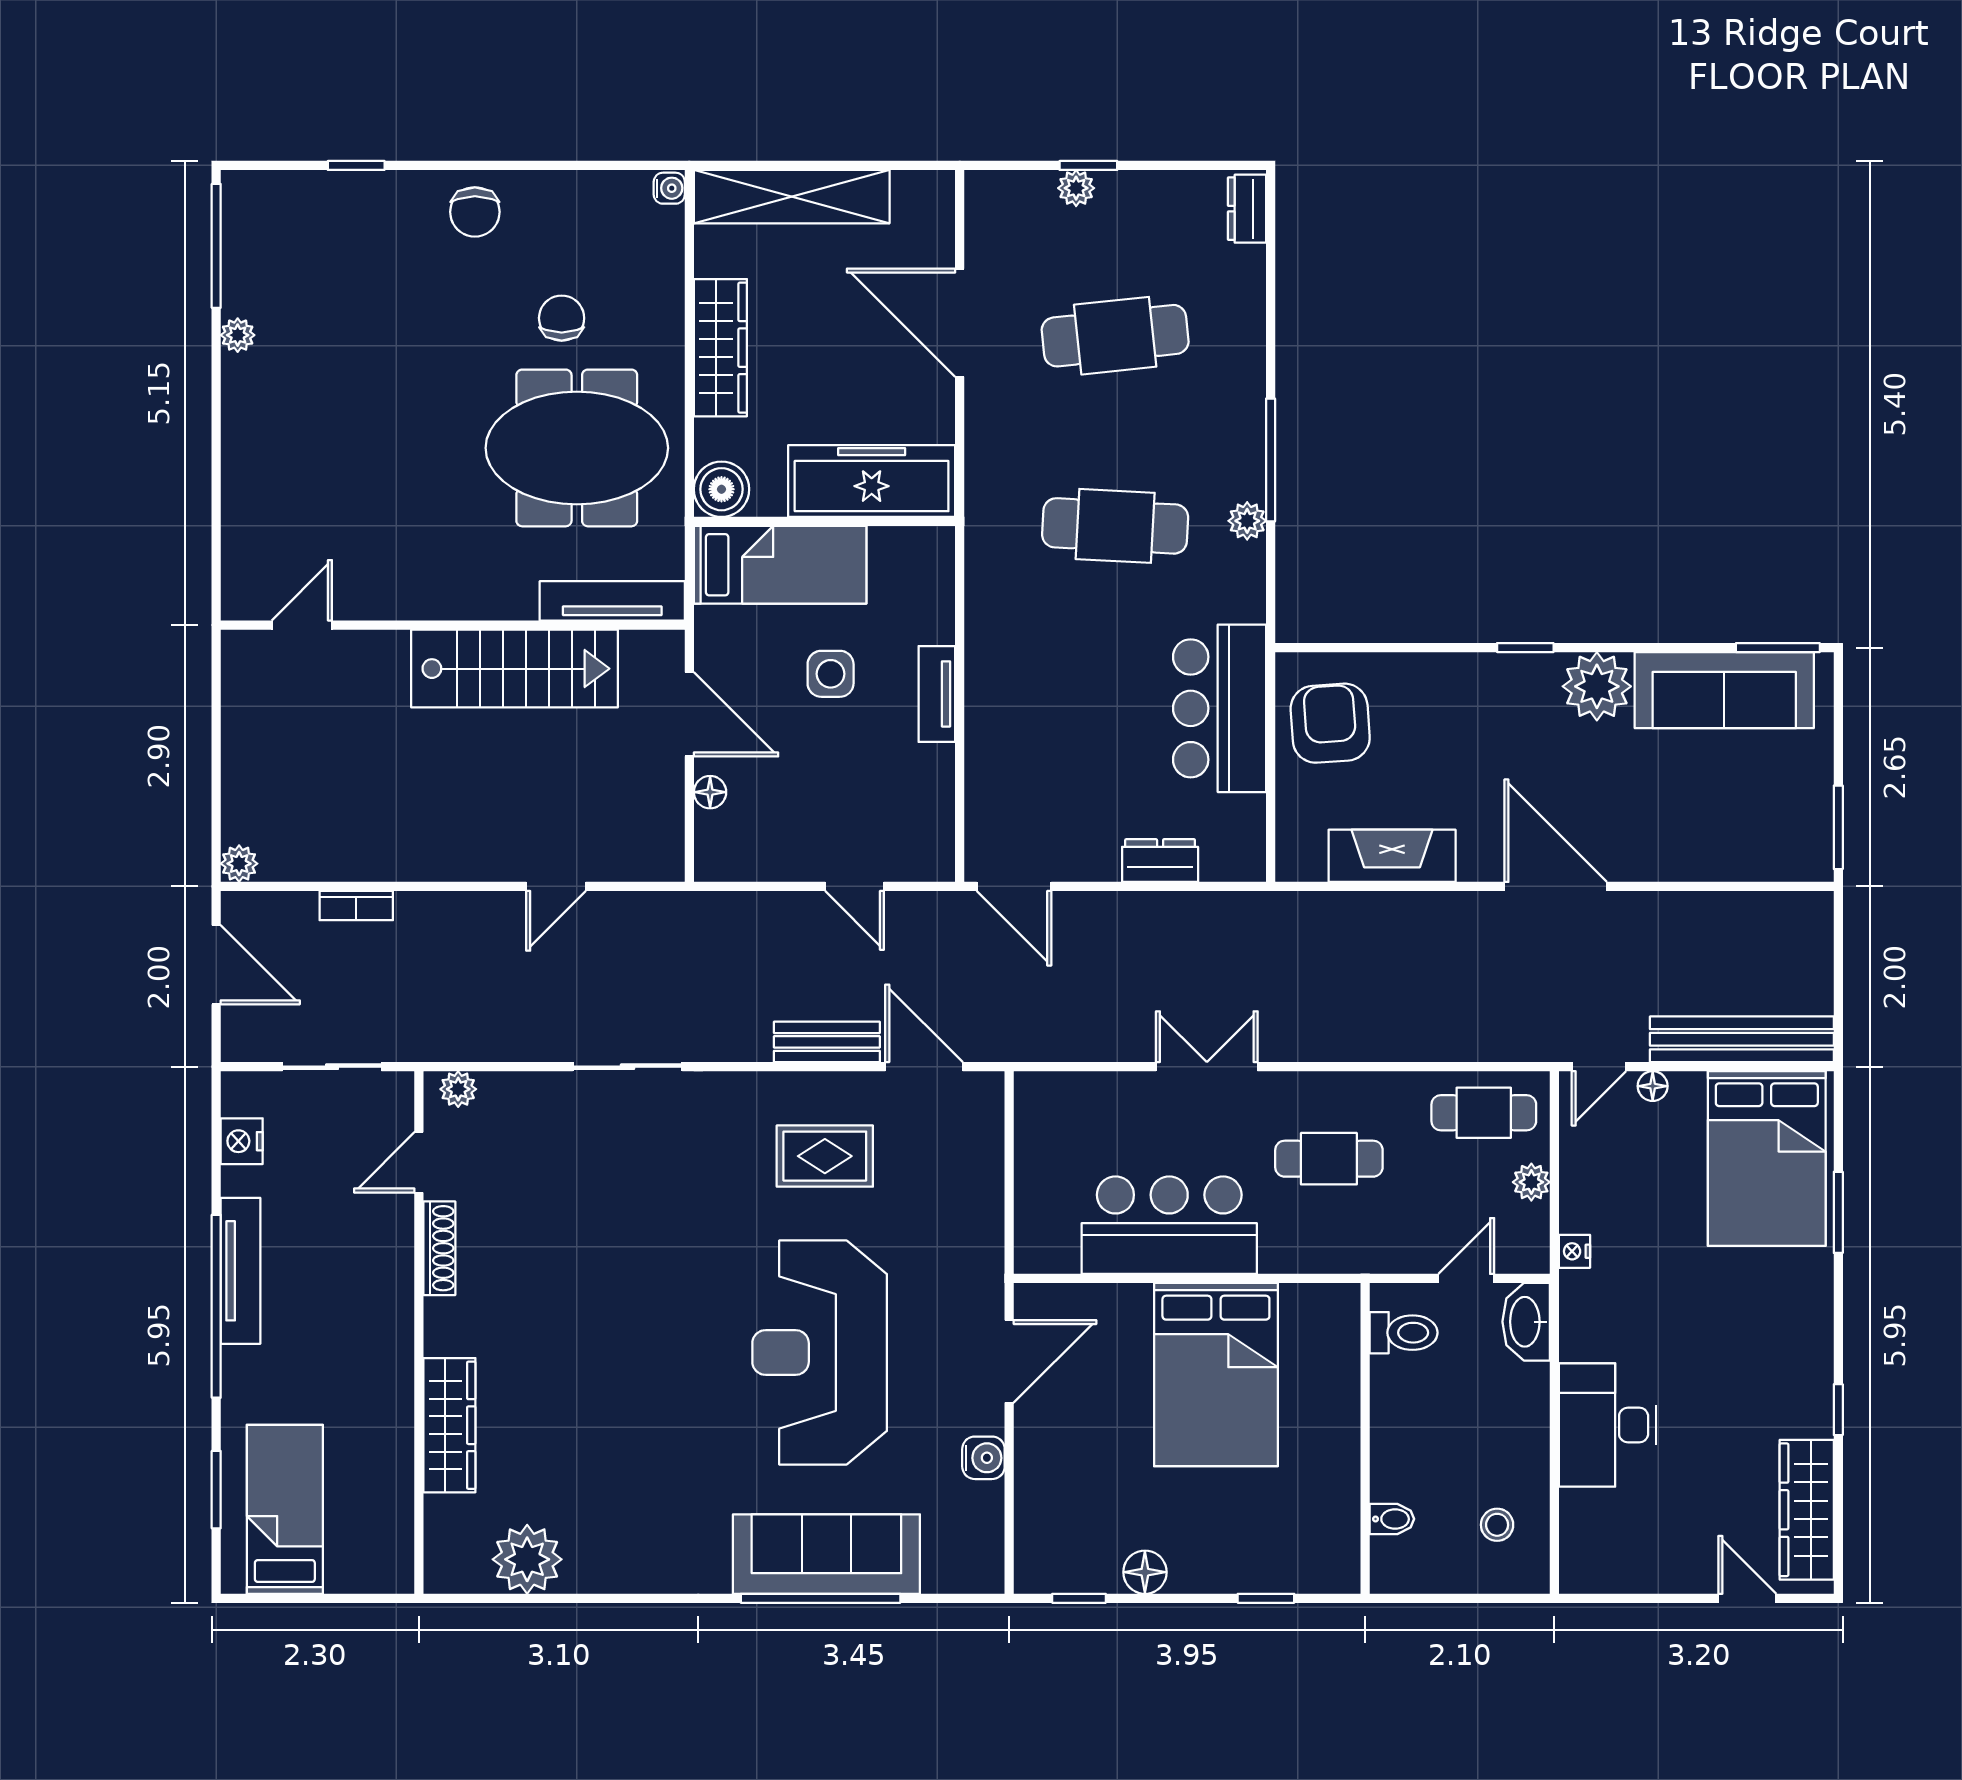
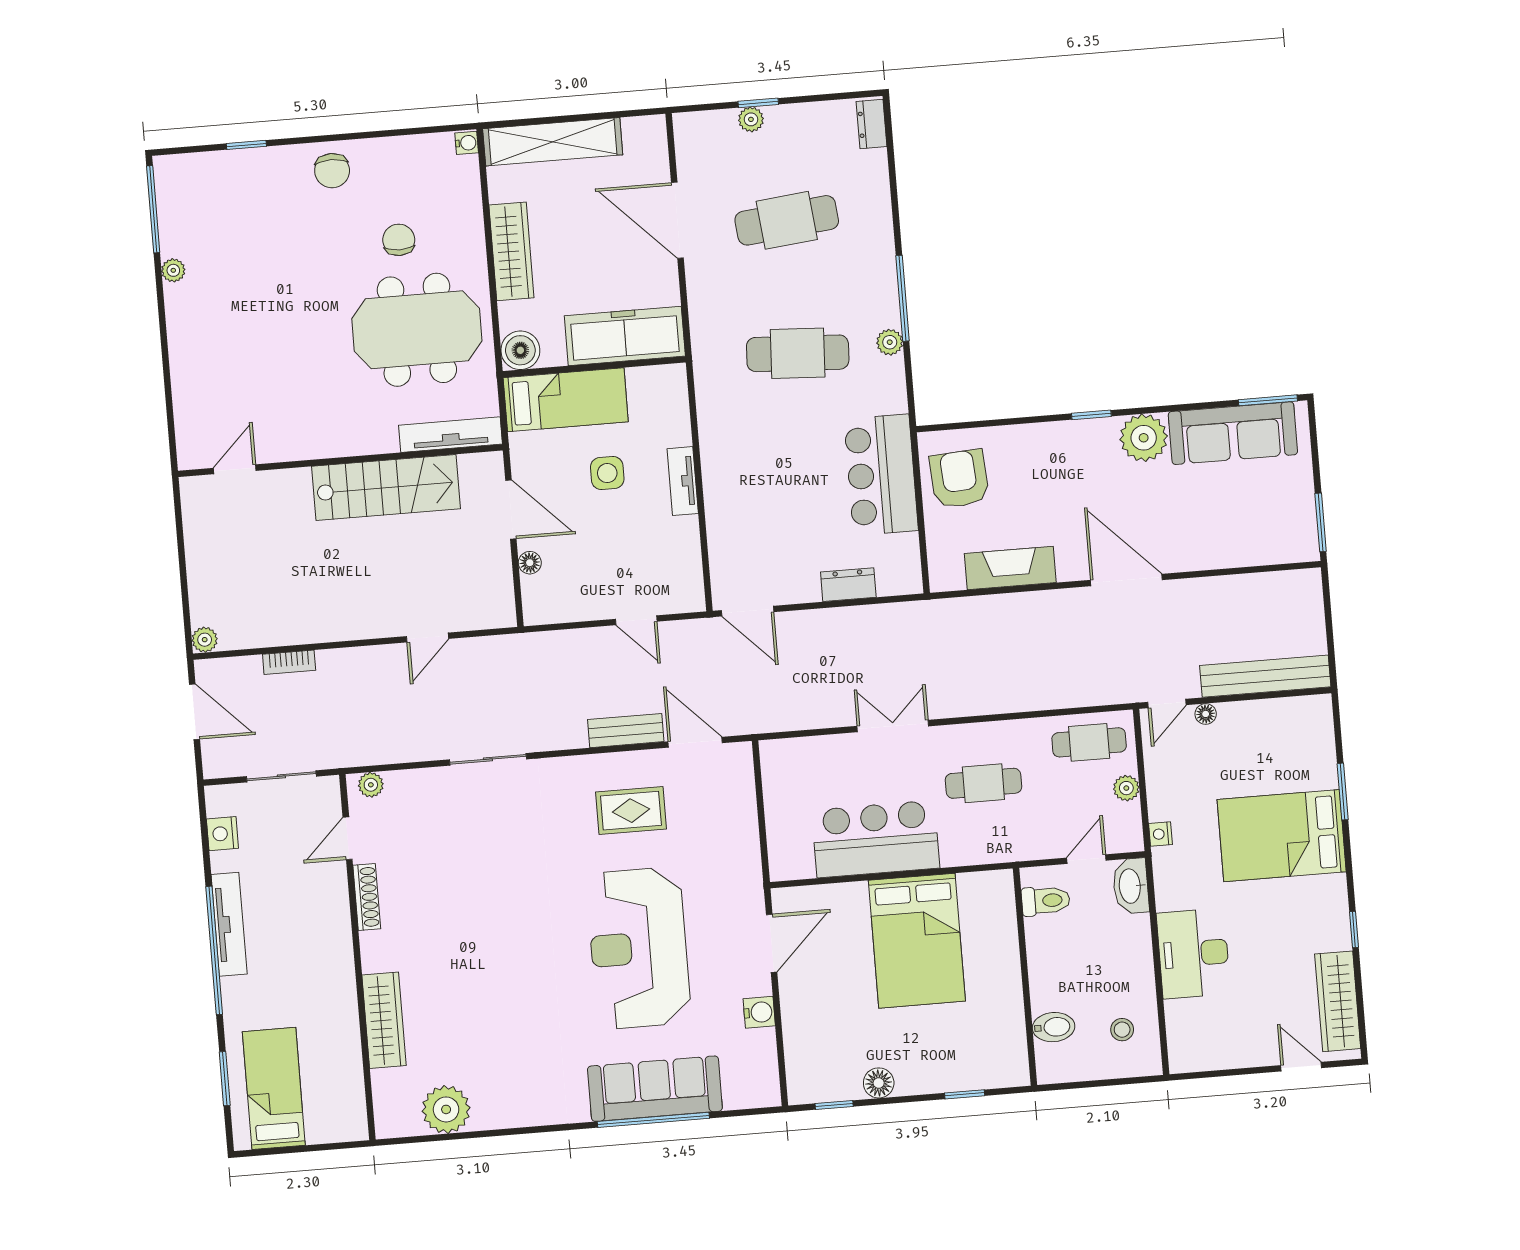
bed: (1767, 1158) -> (1282, 836), moved, turned 90
bidet: (1392, 1519) -> (1054, 1027), width x1.38, depth x1.36

